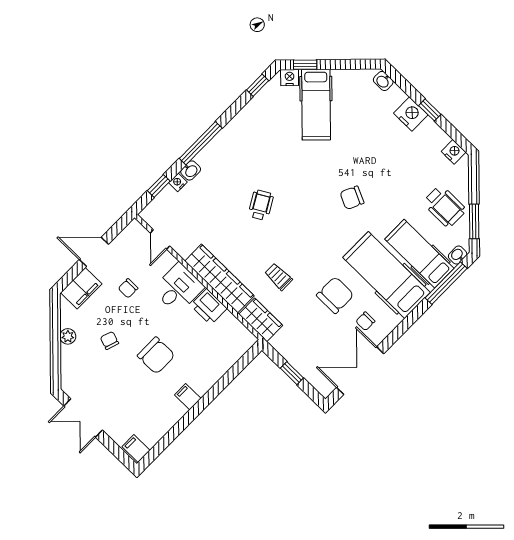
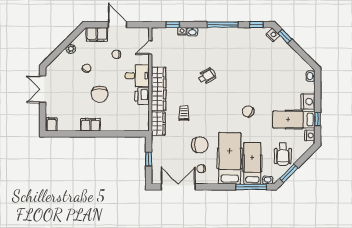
hospital bed: (316, 105) -> (294, 120), moved, turned 45
window: (430, 110) -> (318, 119), moved
window: (201, 143) -> (223, 25), moved
filing cabinet: (188, 397) -> (90, 125), width x2.00

